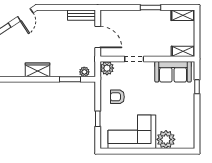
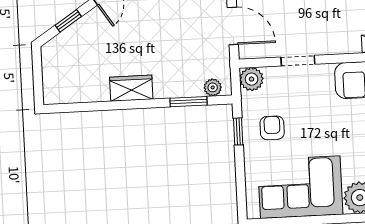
armchair: (117, 97) -> (272, 128), turned 90
window: (98, 119) -> (238, 131), moved

